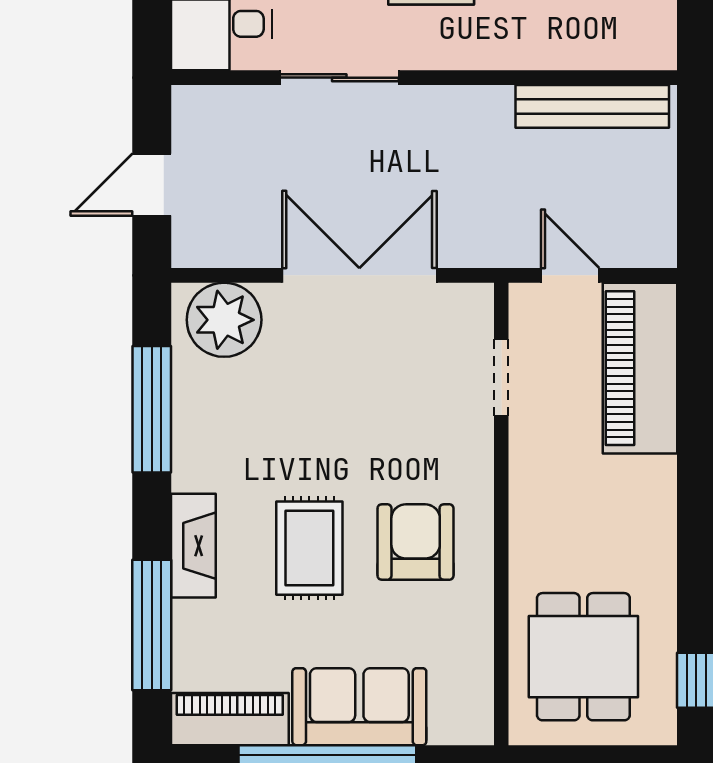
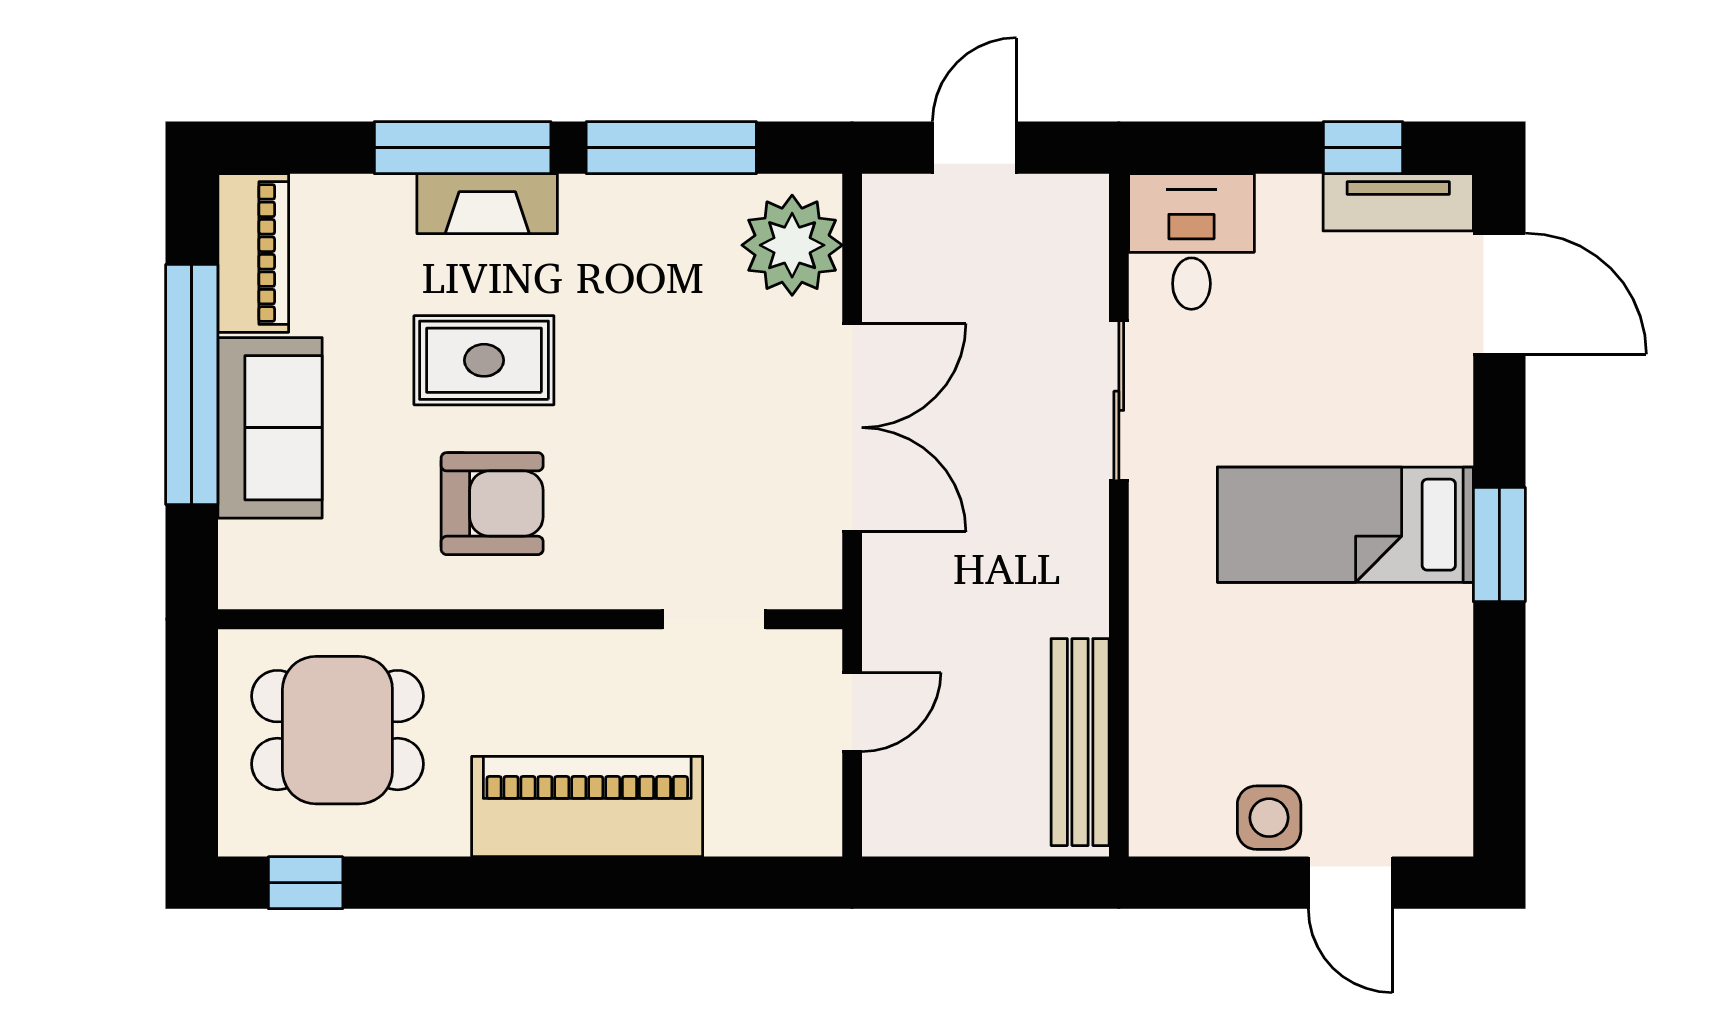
door: (152, 185) -> (974, 148), hinge flipped
piano: (640, 368) -> (587, 807), moved
window: (152, 625) -> (463, 148), moved

